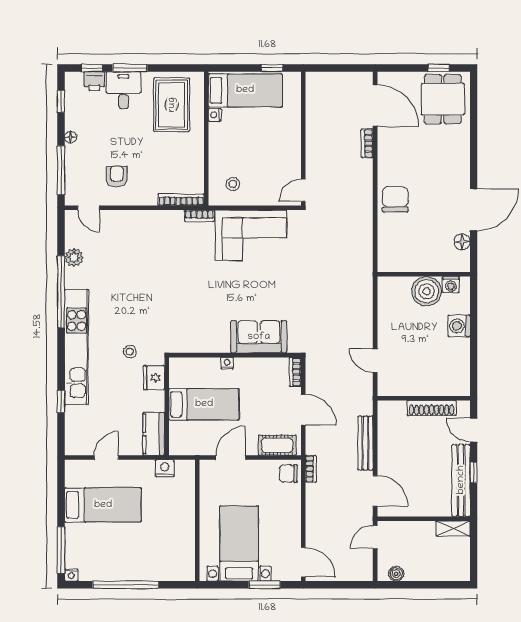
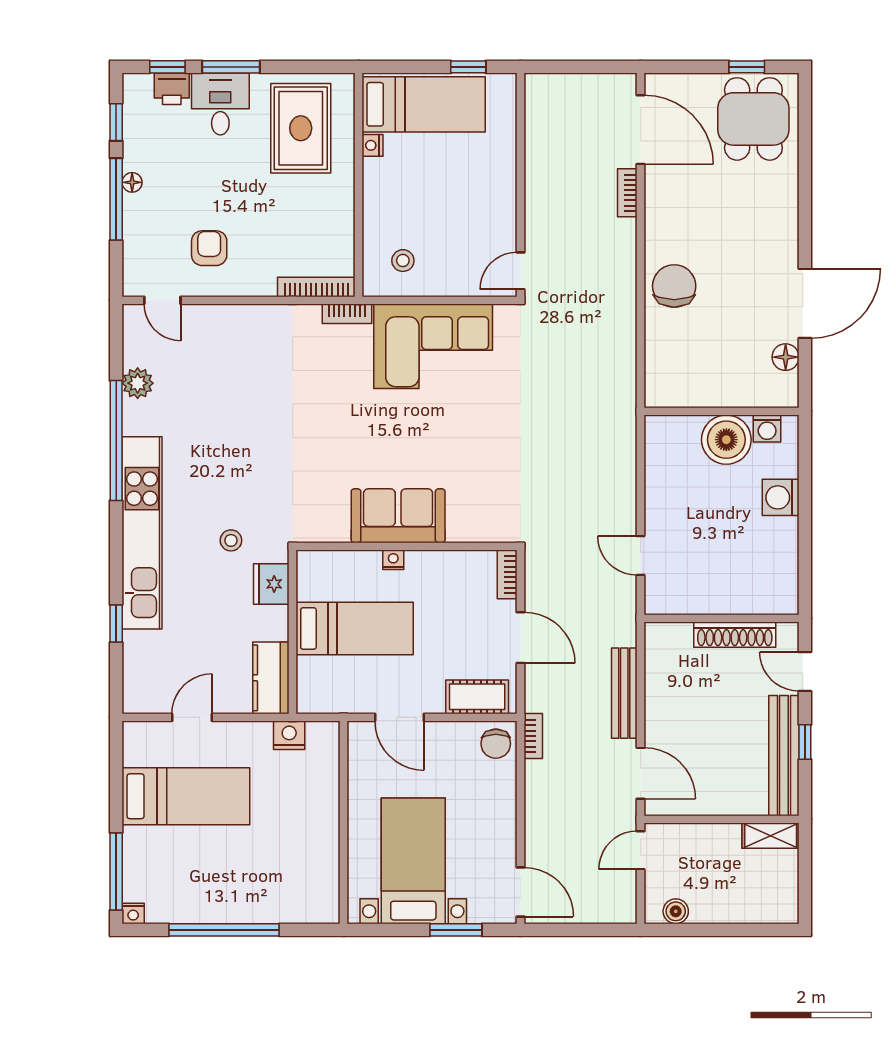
window: (61, 170) -> (116, 199), moved
sofa: (259, 337) -> (398, 516), moved
door: (231, 458) -> (399, 717), swing flipped
chair: (288, 473) -> (496, 744), turned -90

